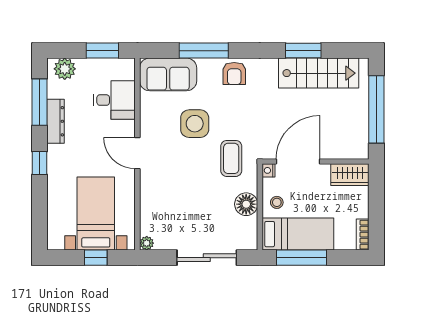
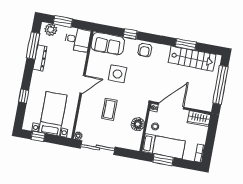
window: (102, 51) -> (63, 21), moved
window: (204, 51) -> (130, 34), width x0.46
desk: (114, 100) -> (78, 40), moved
door: (137, 153) -> (82, 84), swing flipped
coffee table: (231, 158) -> (109, 109), moved
window: (39, 163) -> (24, 96), moved
window: (96, 258) -> (38, 136), moved
sliding door: (207, 258) -> (98, 148), moved
window: (301, 258) -> (163, 160), width x0.69

